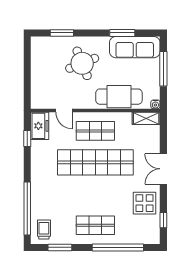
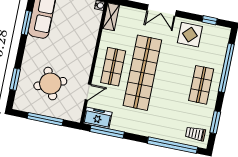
round table: (82, 63) -> (50, 84), moved
window: (27, 72) -> (45, 119), added
cafe table: (119, 97) -> (85, 38), removed
window: (27, 139) -> (107, 132), width x2.17

